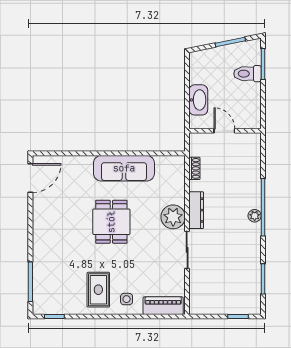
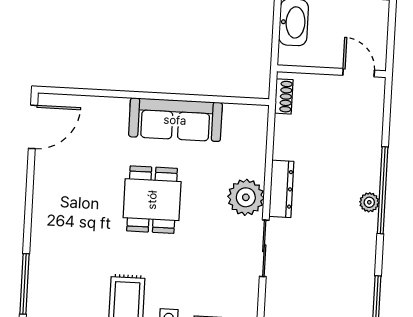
door: (224, 131) -> (359, 73), moved
shoe rack: (194, 168) -> (284, 96), moved

